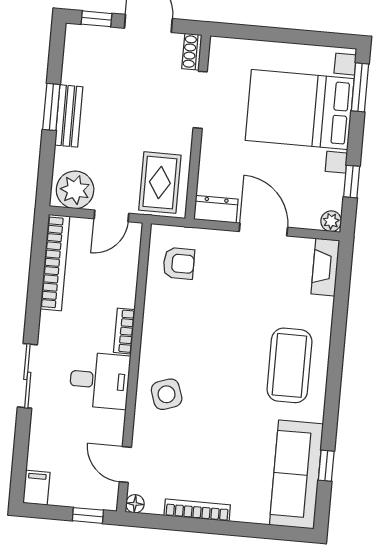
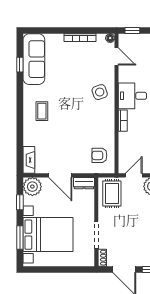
window: (360, 87) -> (20, 238), moved
plant: (331, 221) -> (32, 187), width x1.87, depth x1.87
coffee table: (289, 365) -> (42, 111), width x0.54, depth x0.58

